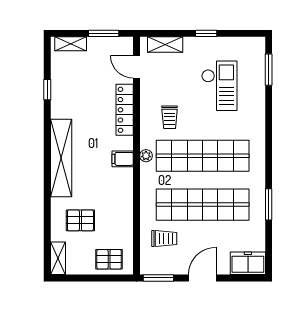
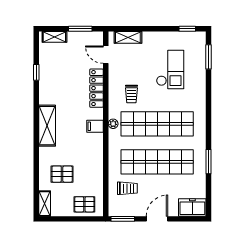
window: (206, 33) -> (187, 29), moved
shelving: (61, 158) -> (47, 126), width x0.68

